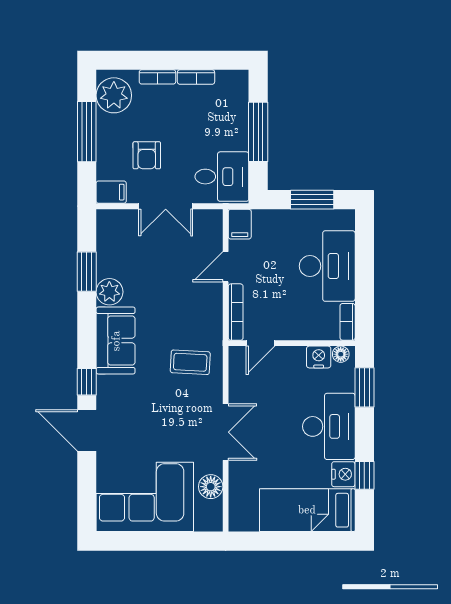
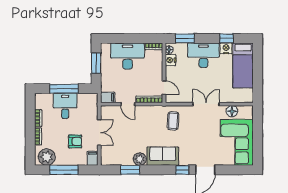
desk: (222, 177) -> (65, 106), moved

